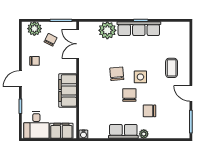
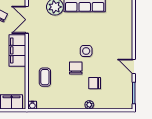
coffee table: (172, 68) -> (45, 77), moved
chair: (117, 74) -> (64, 48), removed
filing cabinet: (68, 90) -> (17, 50), moved
row of seats: (123, 131) -> (70, 102), removed

